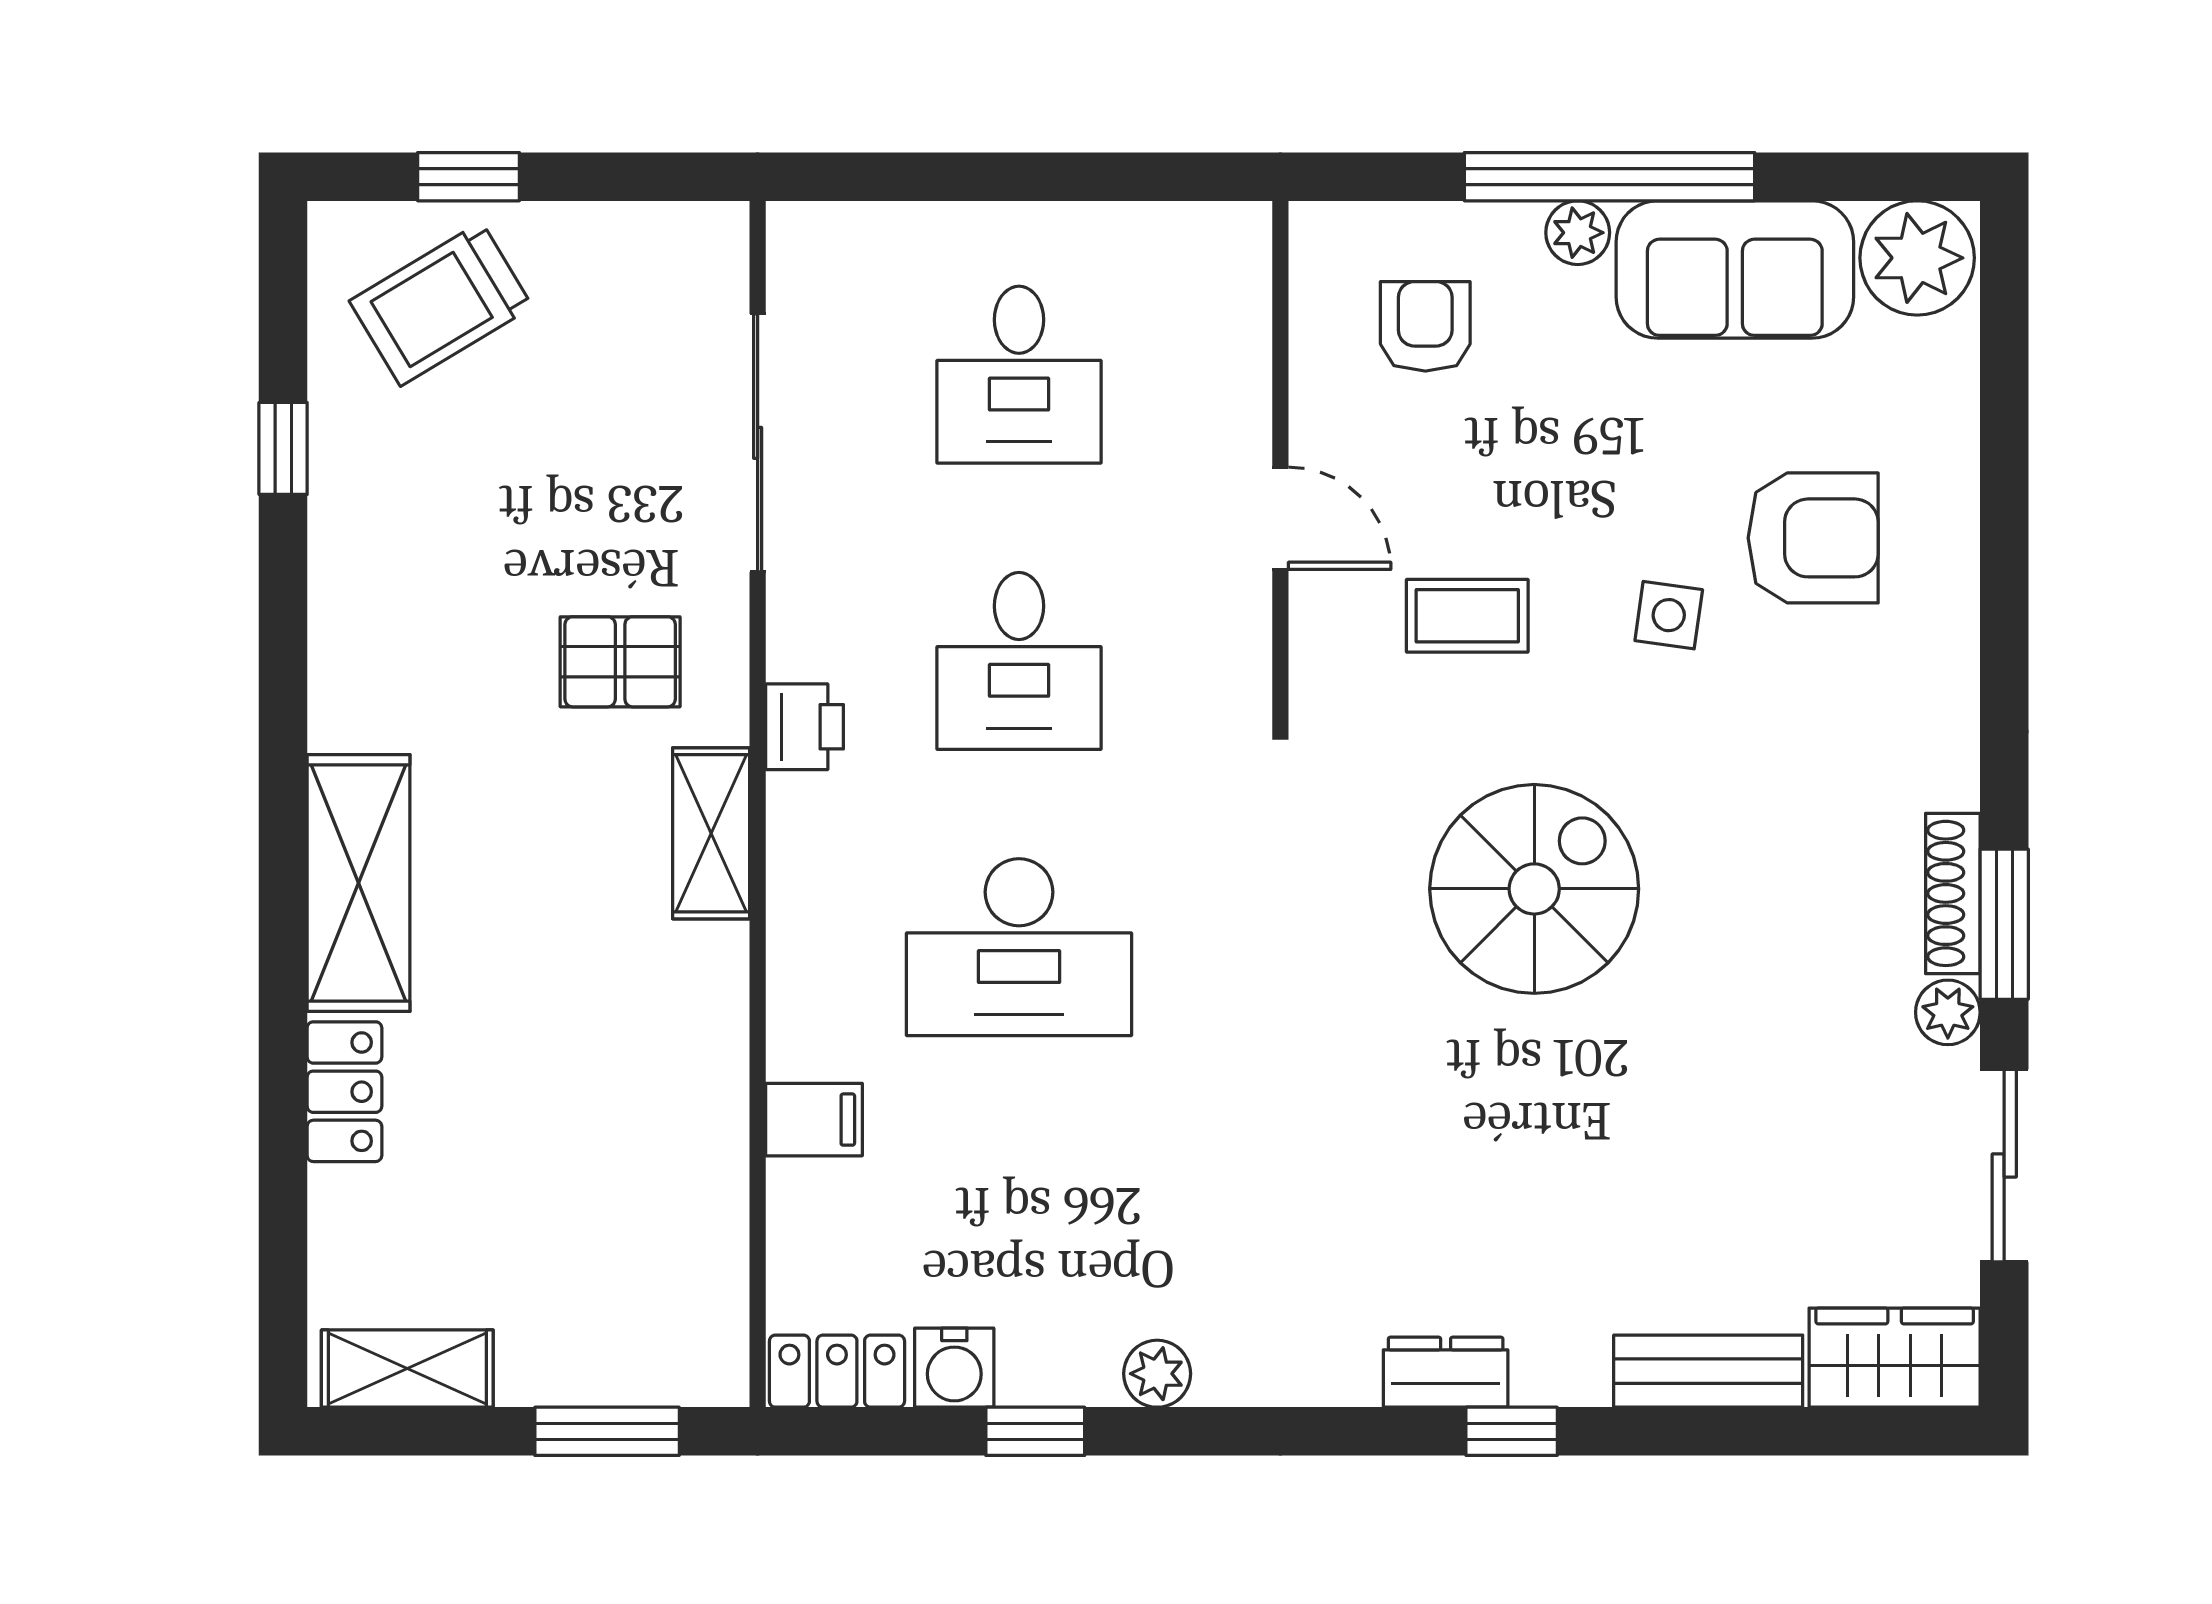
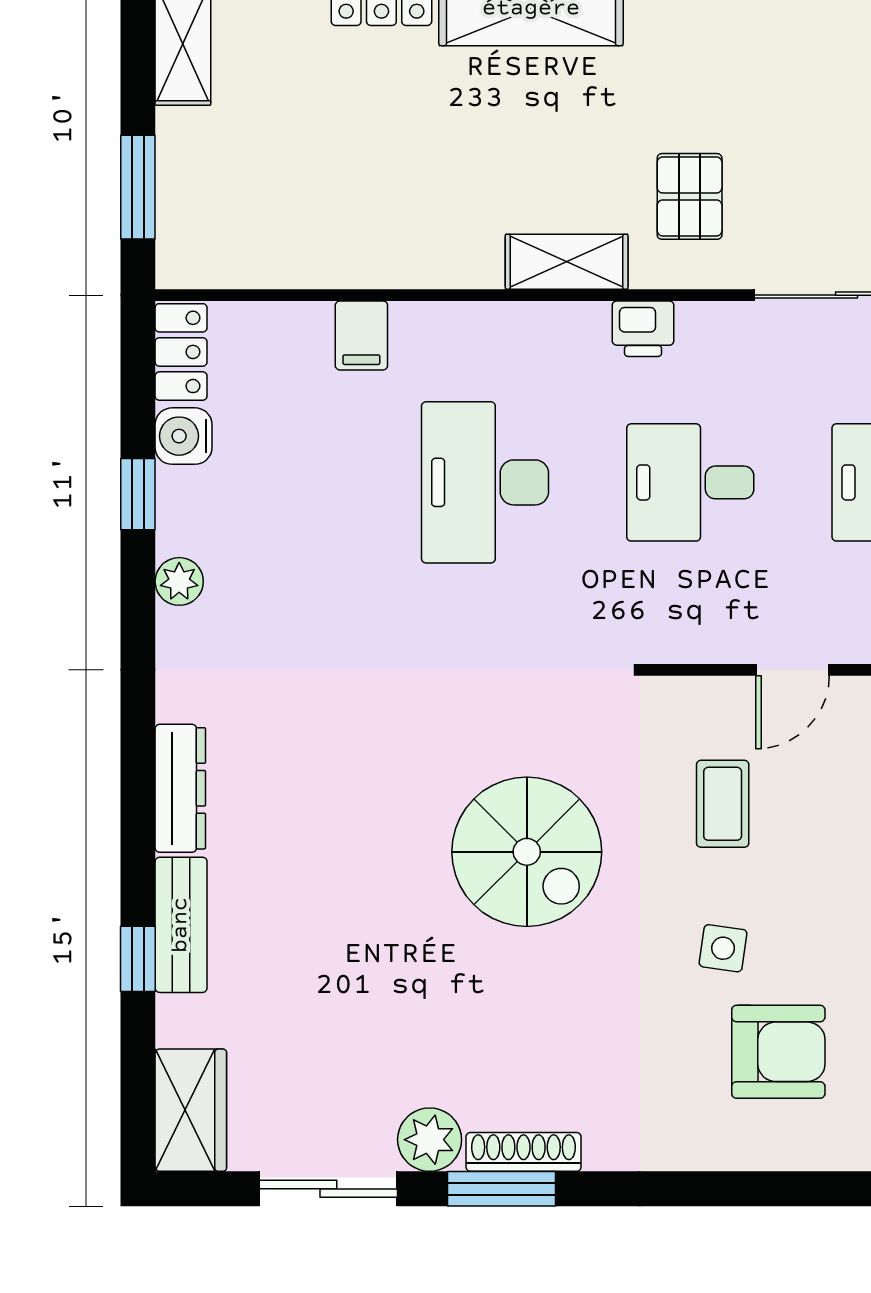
armchair: (1813, 538) -> (778, 1052), turned -90
plant: (1948, 1012) -> (430, 1140), width x1.38, depth x1.38
bench: (1708, 1371) -> (181, 925), moved
dresser: (1446, 1372) -> (180, 788), width x1.44
window: (1512, 1431) -> (138, 959), moved

